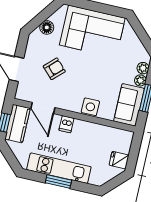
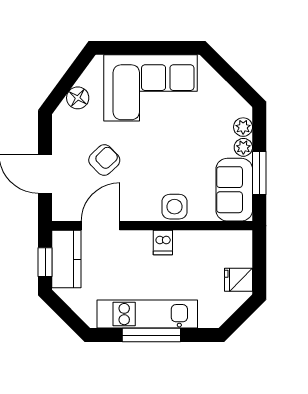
door: (43, 108) -> (100, 226), swing flipped
dishwasher: (66, 124) -> (163, 242), moved
window: (58, 181) -> (151, 335), width x1.44

